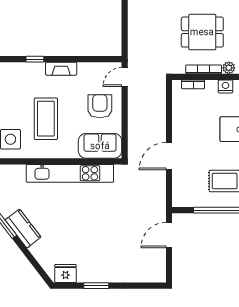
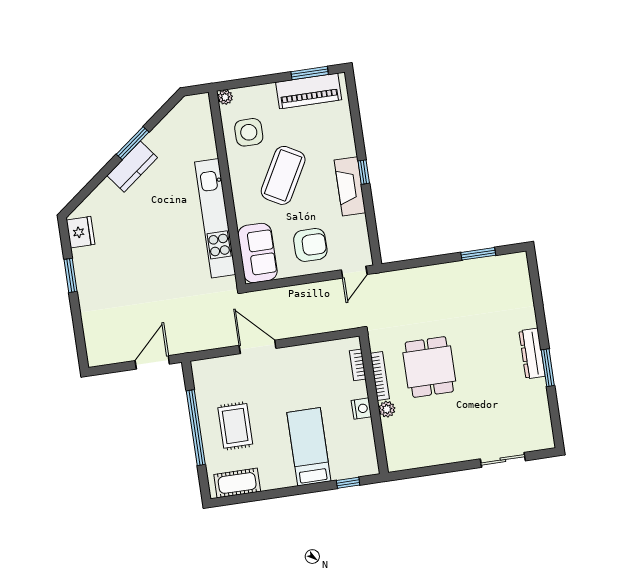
window: (35, 59) -> (364, 172), moved
fireplace: (61, 69) -> (350, 186), width x1.37, depth x1.32
door: (125, 77) -> (354, 272), swing flipped
coffee table: (46, 119) -> (283, 175), turned -61
door: (169, 235) -> (152, 362), hinge flipped

